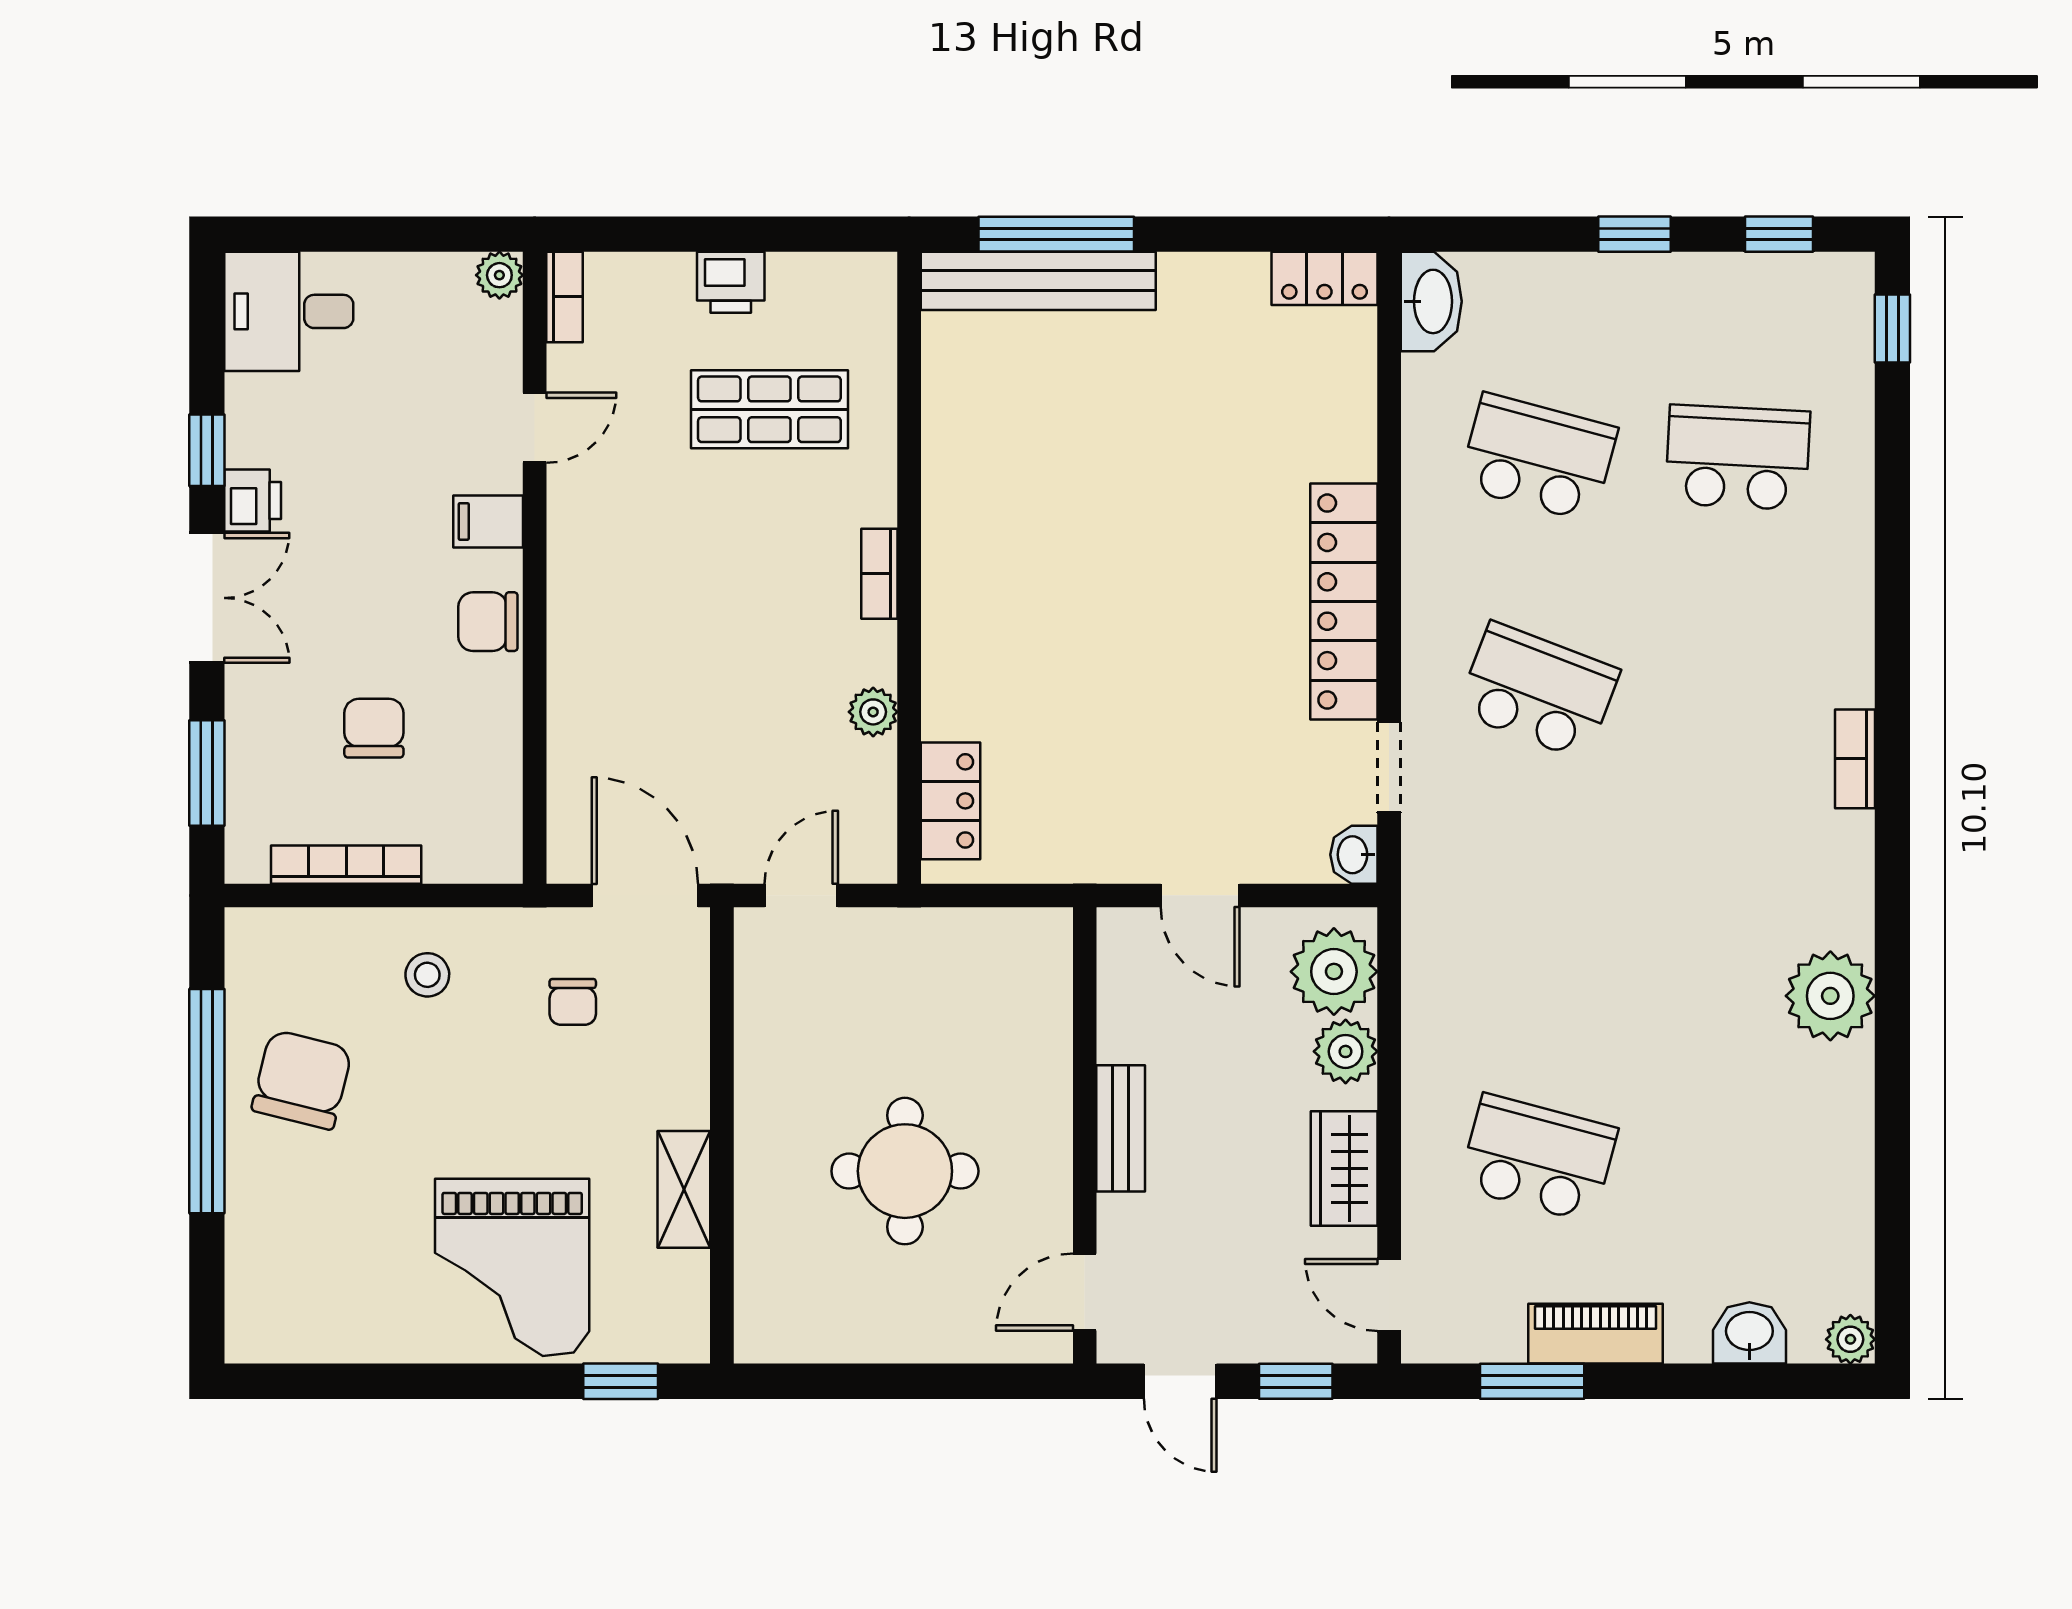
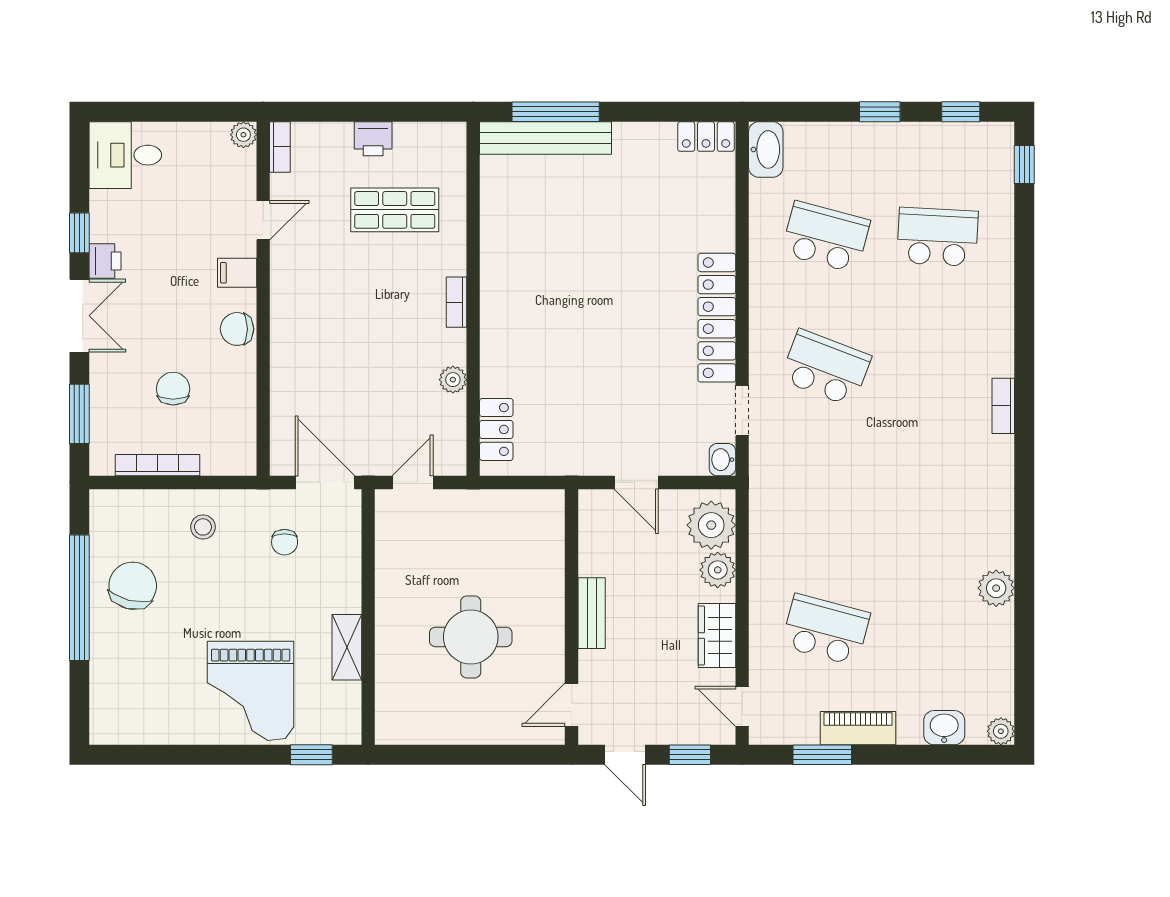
plant: (1830, 996) -> (996, 588), moved, width x0.73, depth x0.73

